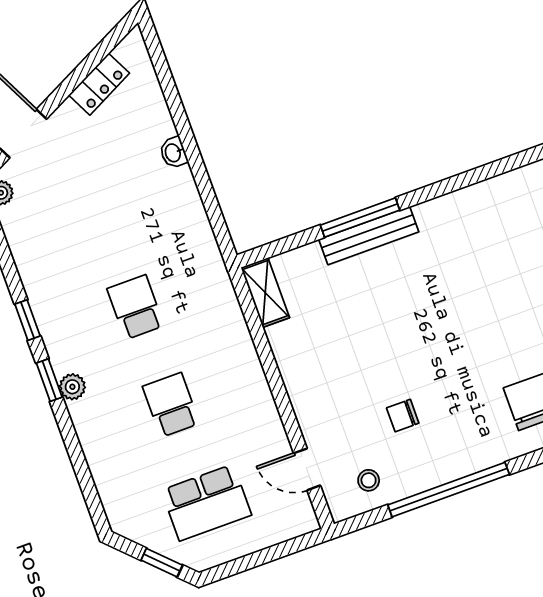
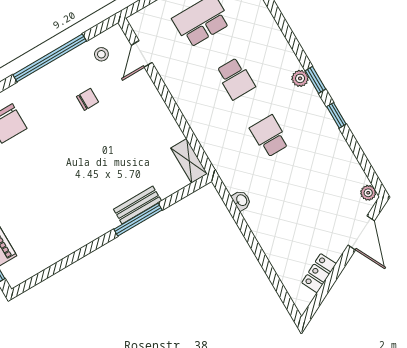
washbasin: (173, 153) -> (241, 200), moved
bench: (369, 236) -> (137, 205), width x0.73
school desk: (136, 307) -> (269, 136), turned 180
door: (307, 469) -> (142, 54), swing flipped

